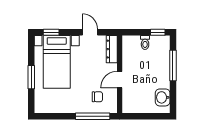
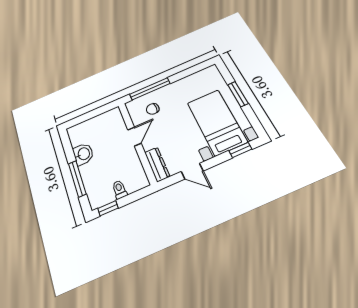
washbasin: (163, 97) -> (83, 154), moved

